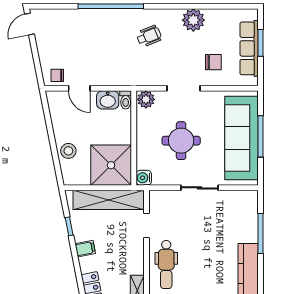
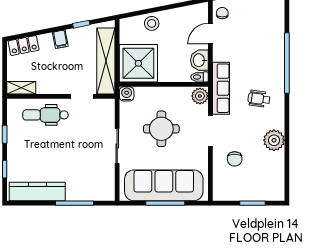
wheelchair: (149, 36) -> (259, 99), turned 120
row of seats: (249, 48) -> (221, 88), moved, turned 90

